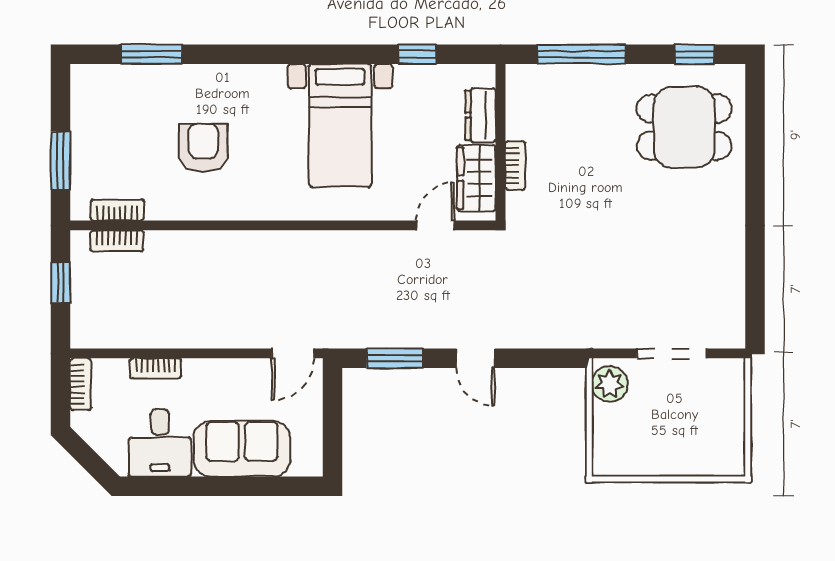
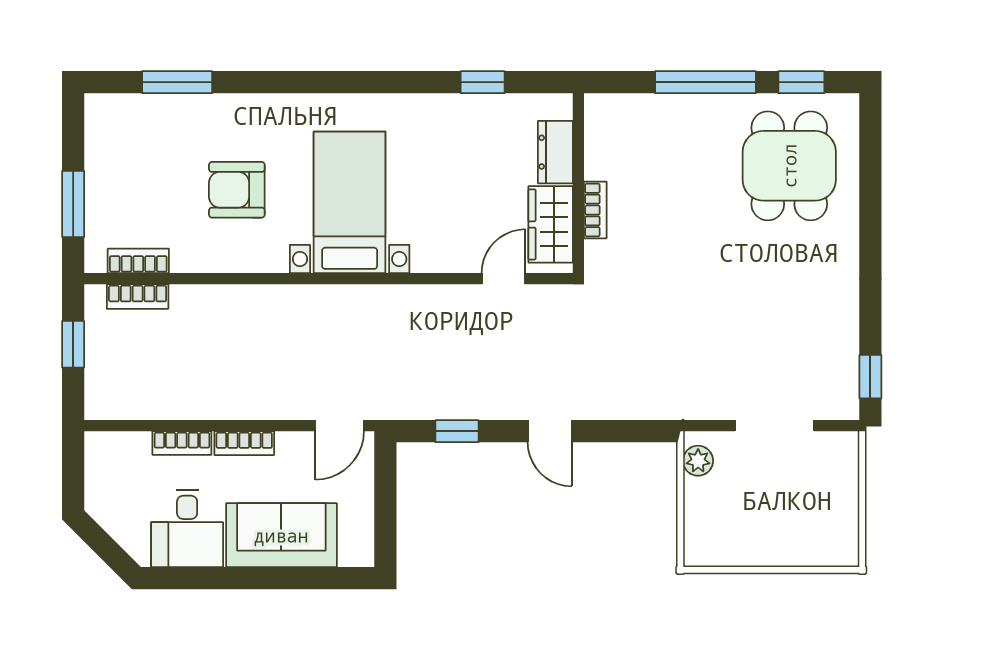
window: (581, 54) -> (705, 82), moved
bed with nightstands: (340, 125) -> (350, 202), moved, turned 180
dining table: (684, 127) -> (789, 166), turned 90
armchair: (203, 148) -> (237, 190), turned -90
window: (755, 311) -> (870, 377), added
window: (395, 358) -> (457, 431), width x0.67
bookcase: (81, 384) -> (244, 443), moved, turned 90
plant: (610, 384) -> (698, 461), width x0.73, depth x0.73

